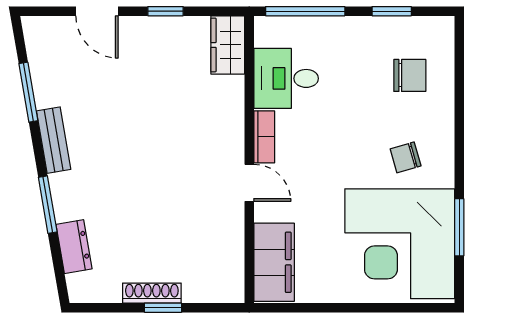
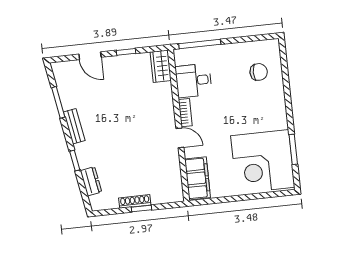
window: (392, 11) -> (245, 39), removed
chair: (406, 157) -> (261, 115), removed
window: (48, 205) -> (75, 161), width x0.67

